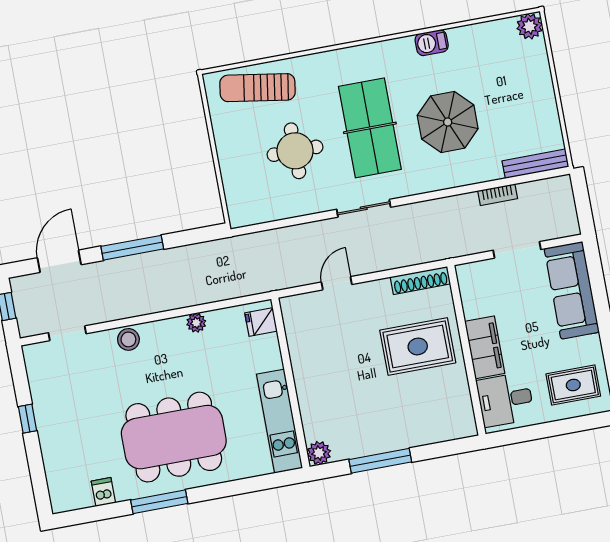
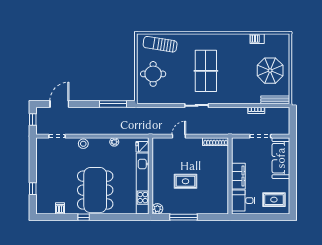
plant: (530, 26) -> (284, 39), removed
barbecue: (432, 43) -> (257, 39), moved
parasol: (448, 122) -> (270, 71), moved
round table: (295, 151) -> (153, 74), moved
window: (132, 248) -> (113, 104), moved
rug: (418, 346) -> (186, 181), moved, width x0.73, depth x0.70
window: (27, 419) -> (33, 189), moved
kitchen unit: (280, 421) -> (143, 184), width x1.36
dining table: (174, 437) -> (95, 190), turned 90
window: (159, 502) -> (84, 217), width x0.46

